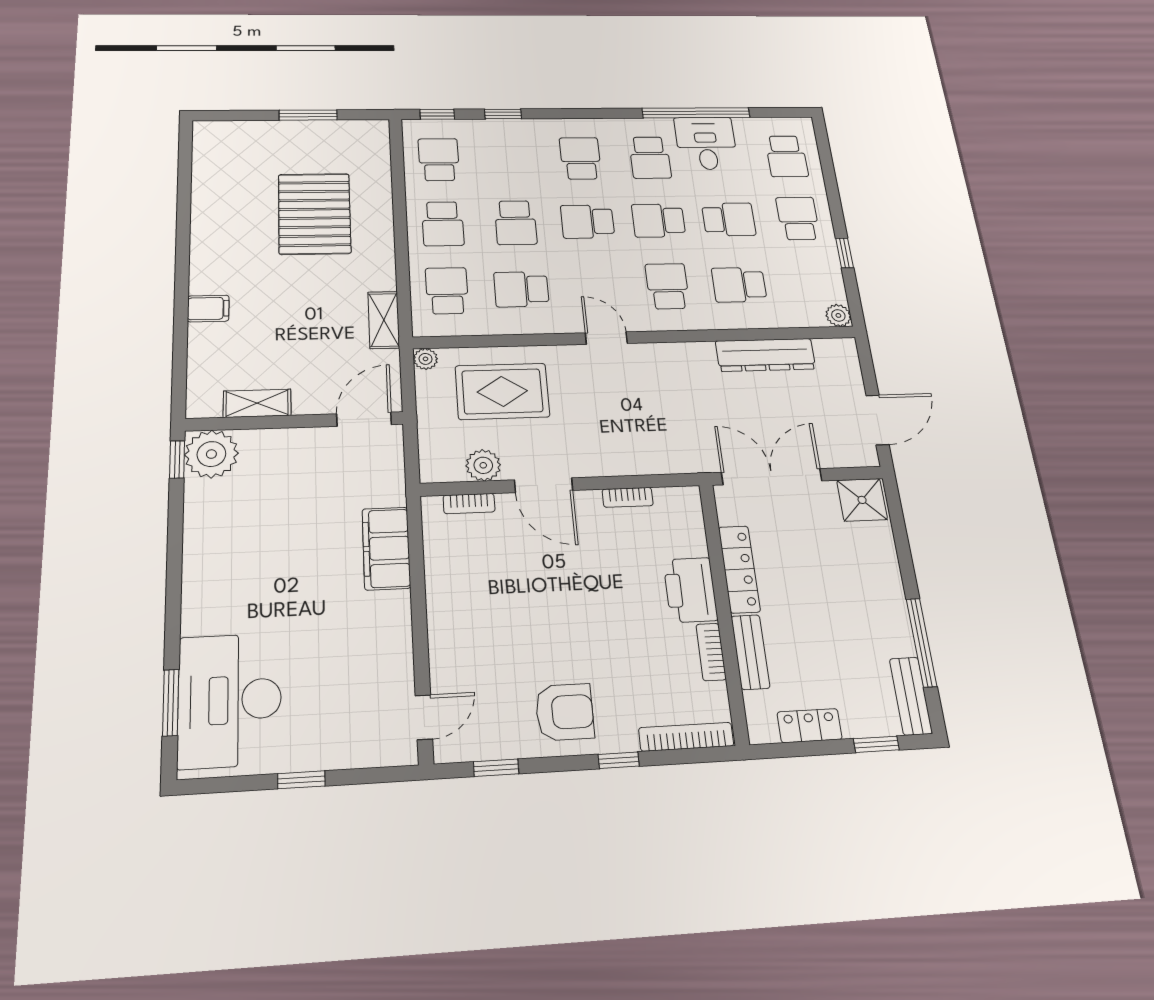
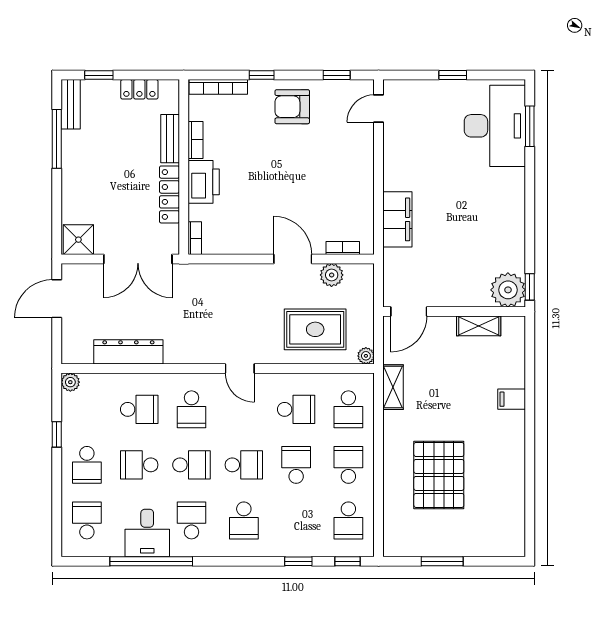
bookcase: (628, 497) -> (195, 238), moved, turned 90

